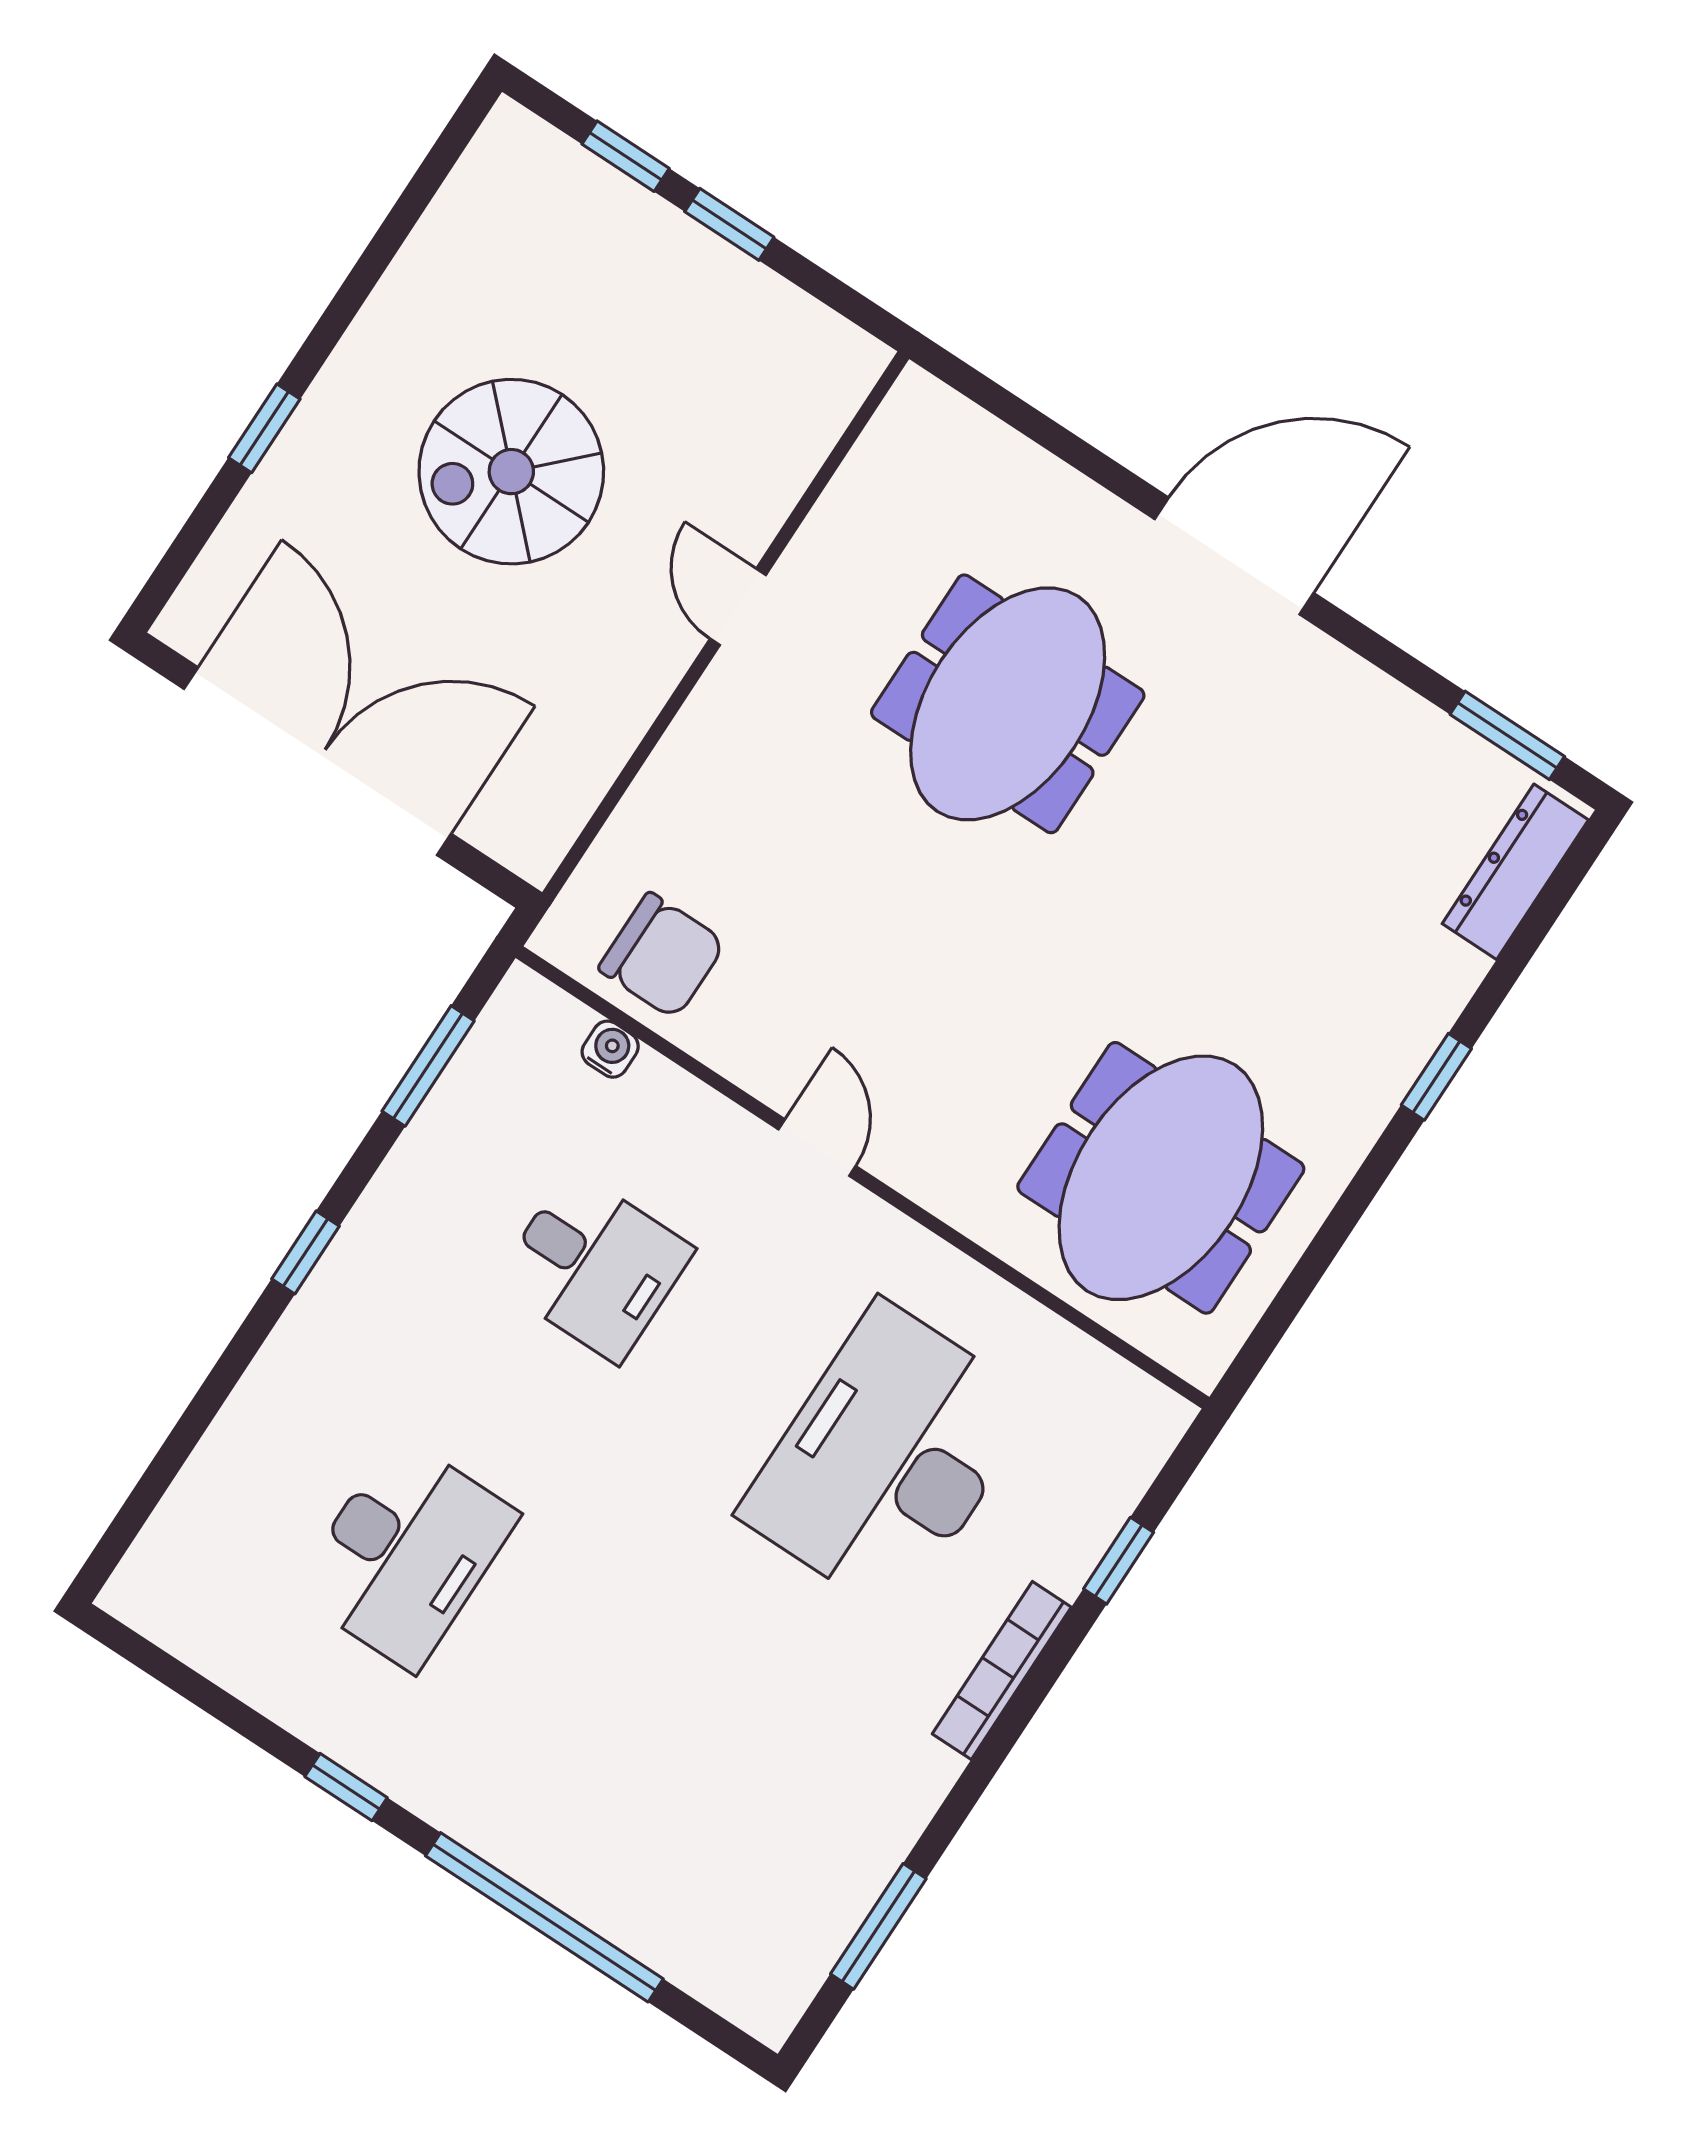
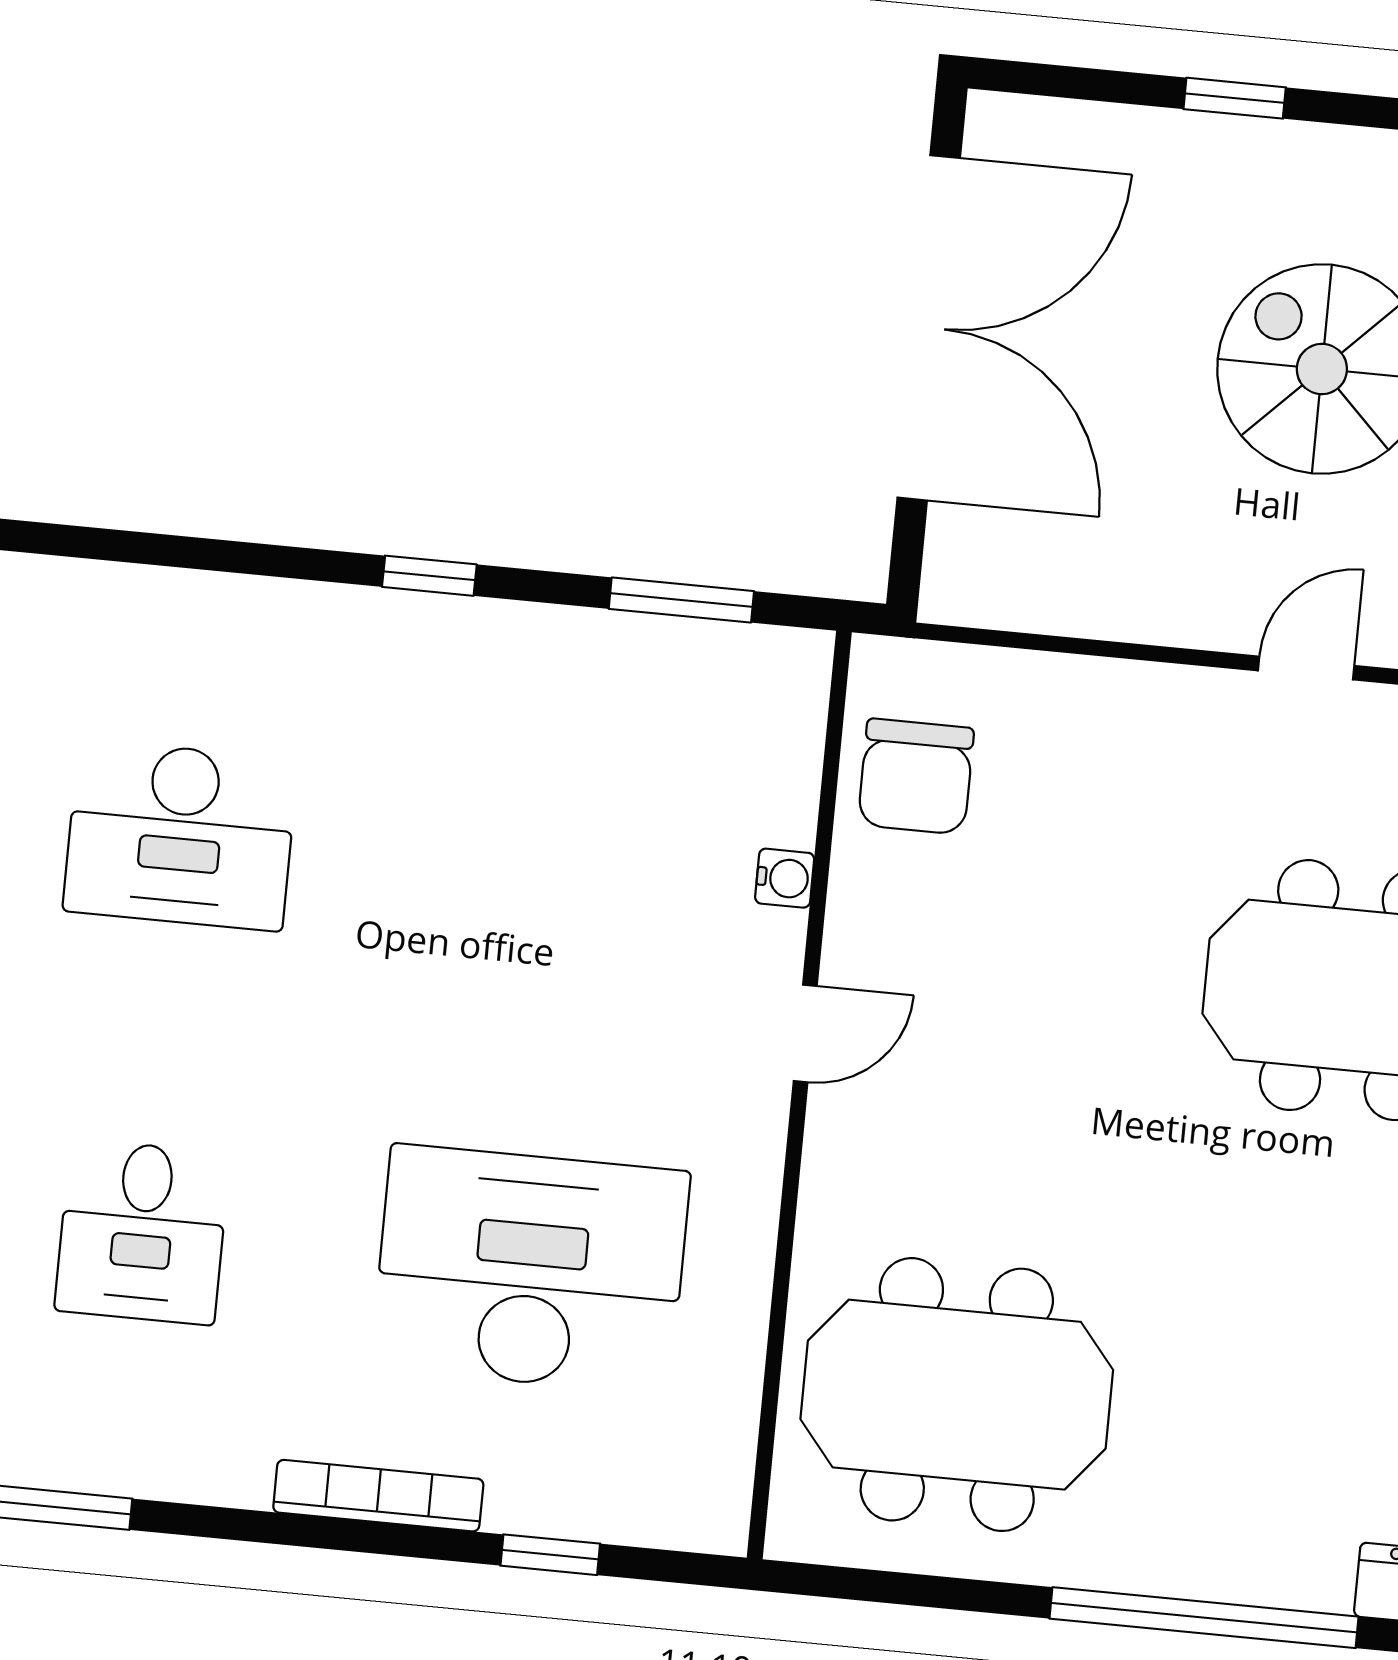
water cooler: (610, 1049) -> (785, 878), moved
window: (1436, 1077) -> (1204, 1618), width x3.17
desk: (594, 1266) -> (142, 1232), moved

